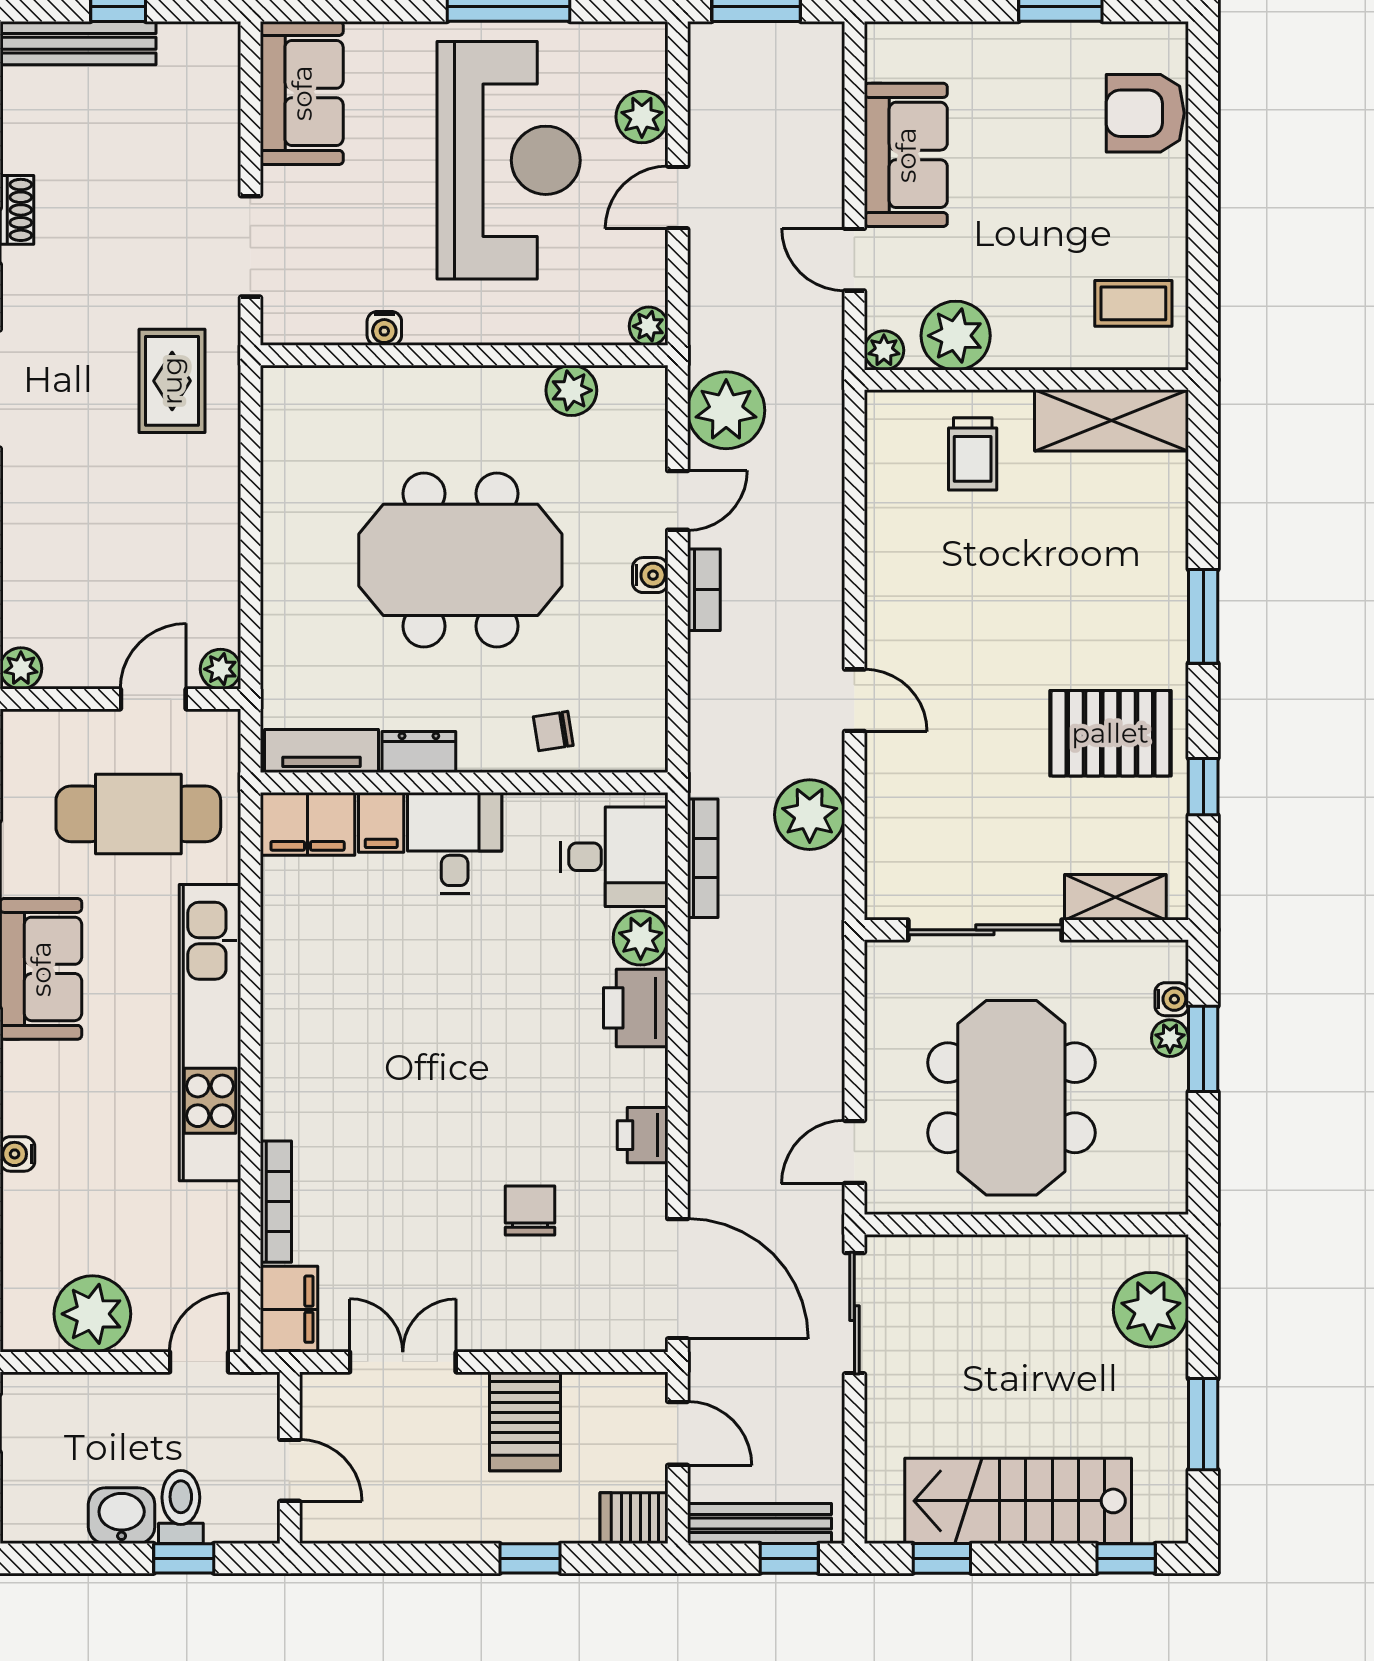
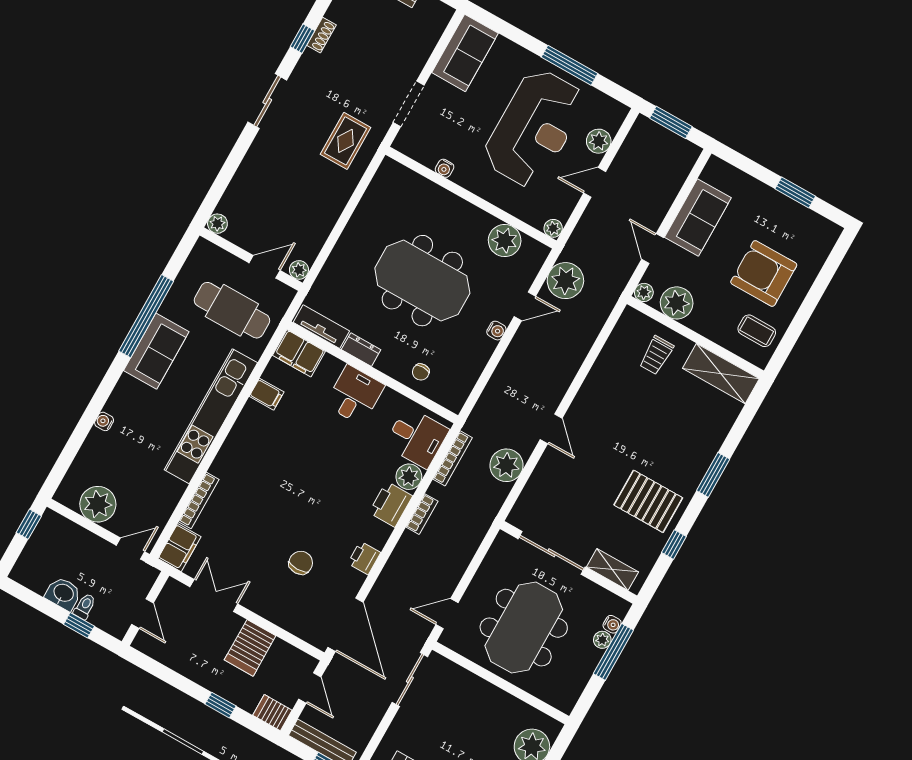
armchair: (1145, 113) -> (764, 273), moved, width x1.36, depth x1.36
plant: (571, 390) -> (505, 241), width x1.36, depth x1.36
bookcase: (704, 590) -> (422, 514), moved
chair: (553, 731) -> (421, 372), turned -81
filing cabinet: (381, 822) -> (267, 394), moved, turned -90
window: (1203, 1049) -> (613, 652), width x1.44
toilet: (181, 1507) -> (85, 606), width x0.73, depth x0.72

